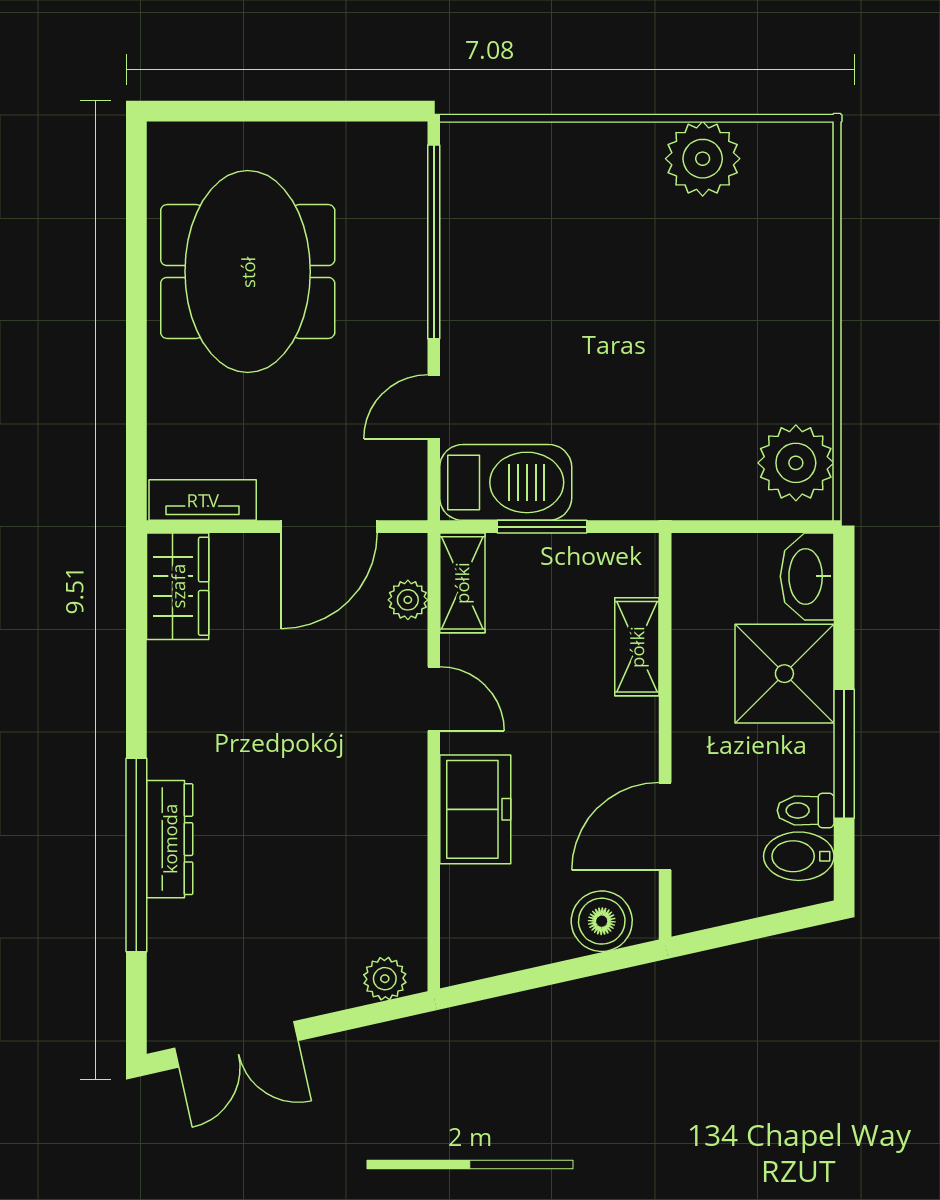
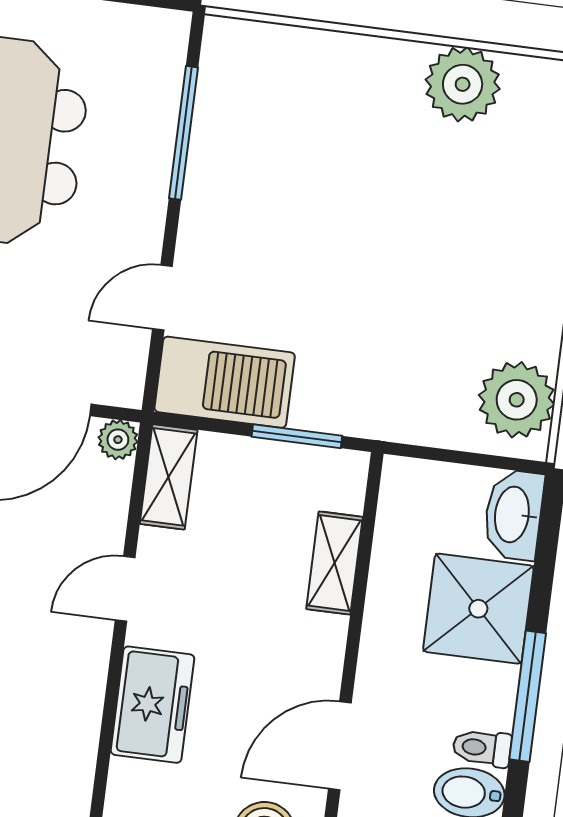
window: (434, 242) -> (183, 133), width x0.68
window: (542, 527) -> (297, 436), moved
plant: (408, 600) -> (118, 440), moved
door: (434, 699) -> (125, 589), swing flipped

